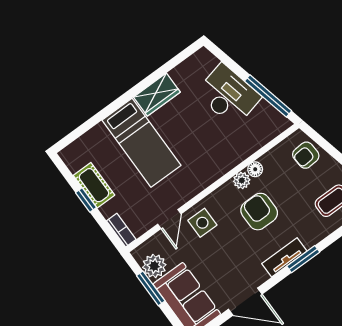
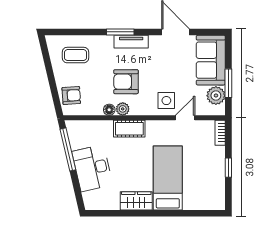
cot: (94, 185) -> (129, 129), moved, turned 90
armchair: (259, 212) -> (126, 82), turned 90

